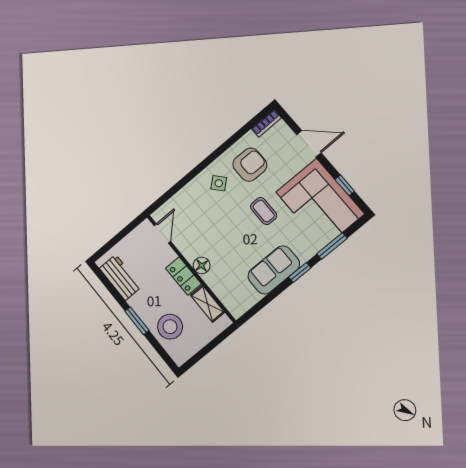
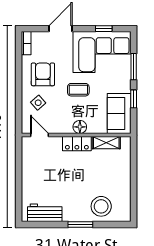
door: (162, 233) -> (40, 135), moved
floor lamp: (202, 265) -> (80, 127), moved
wall: (191, 268) -> (76, 135), moved
locker: (183, 276) -> (77, 144), moved
shelving: (208, 304) -> (106, 143), moved

